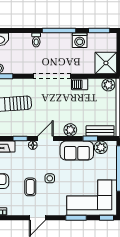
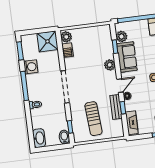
barbecue: (80, 84) -> (67, 50), moved
bench: (100, 131) -> (116, 107), moved
door: (45, 139) -> (120, 86), swing flipped

